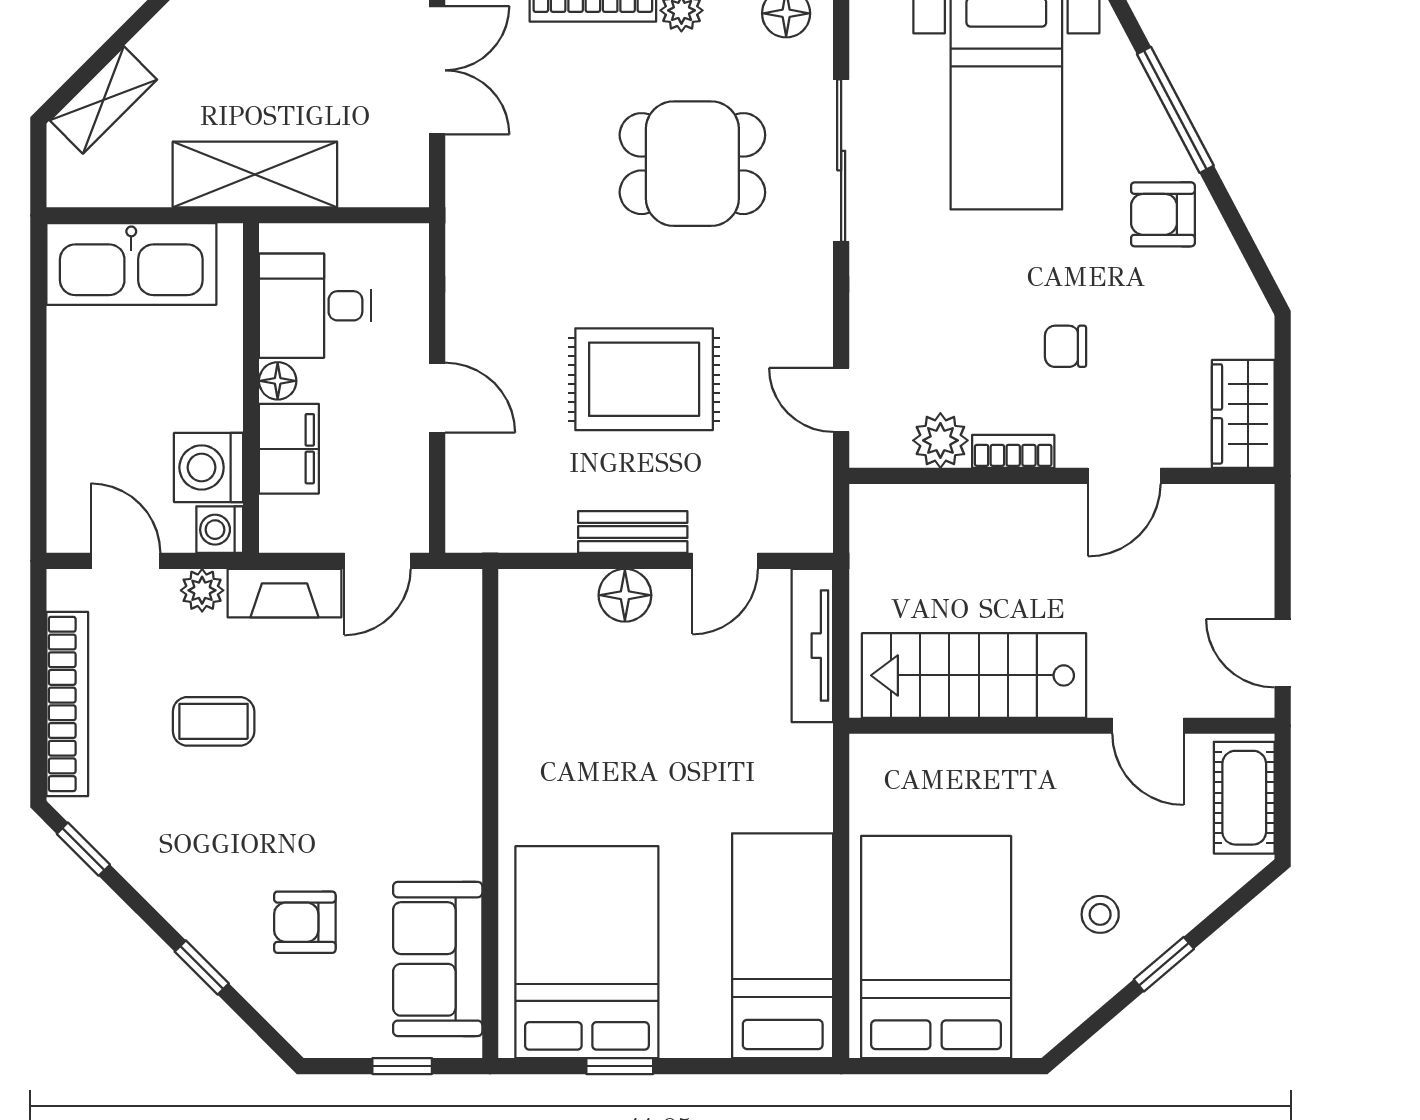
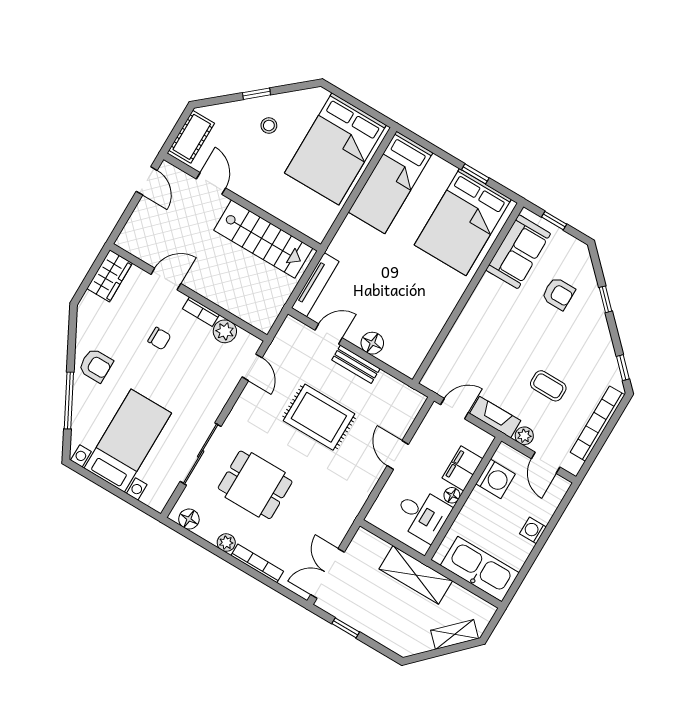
washing machine: (220, 530) -> (533, 530), moved, turned 180

